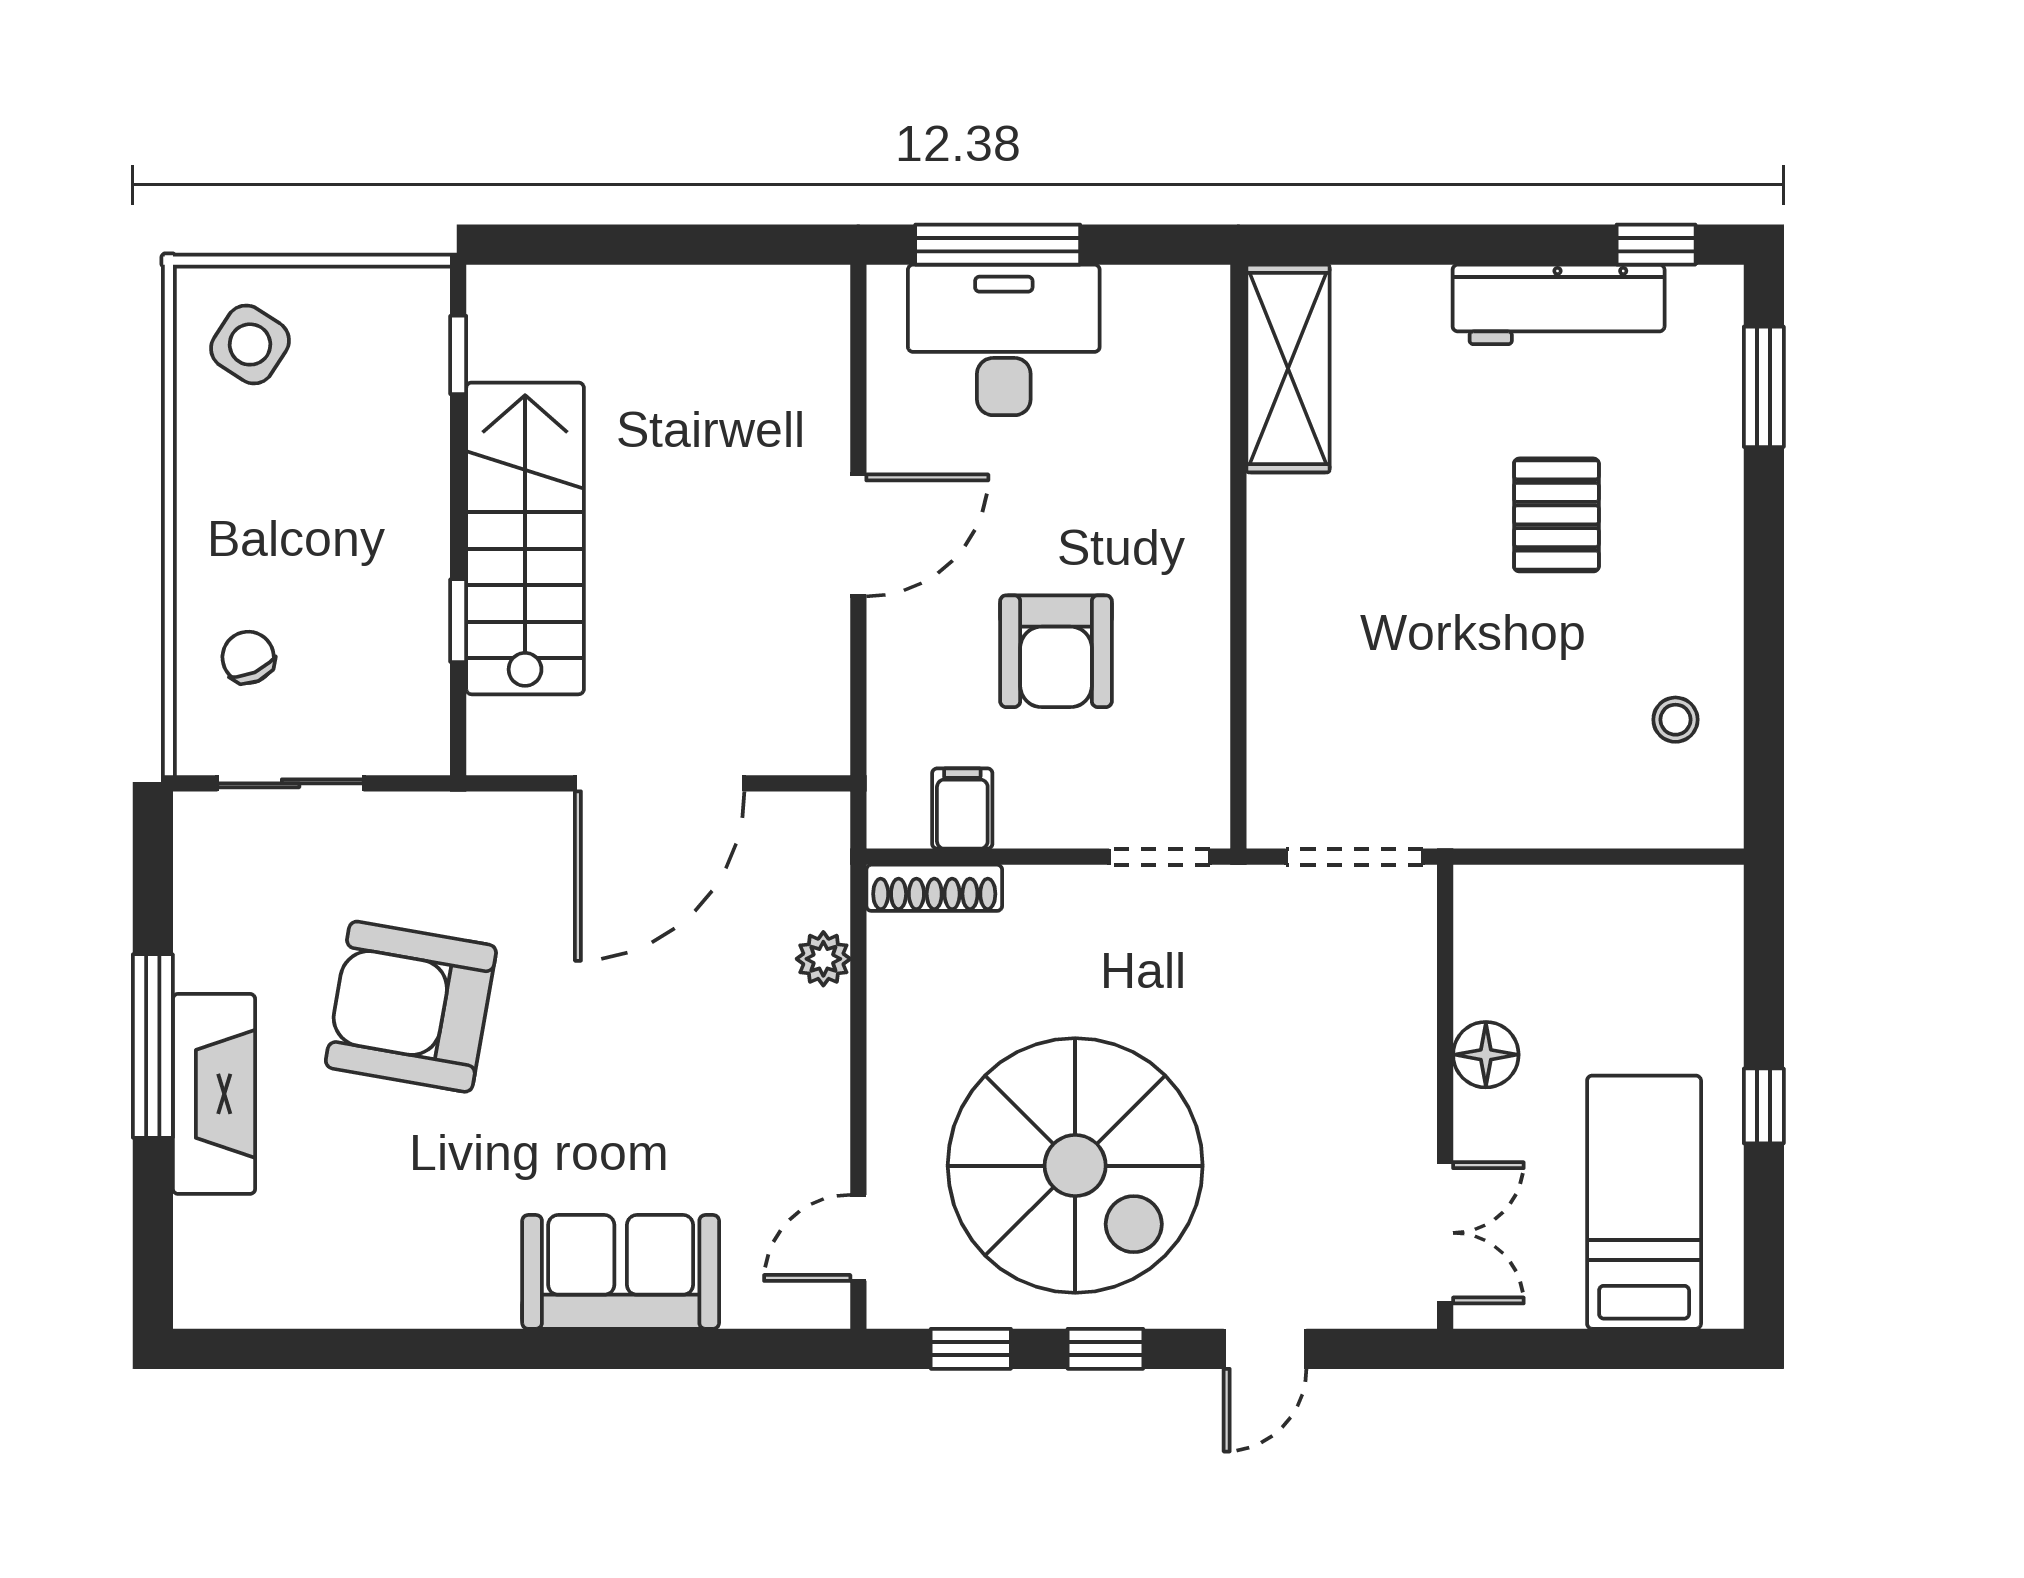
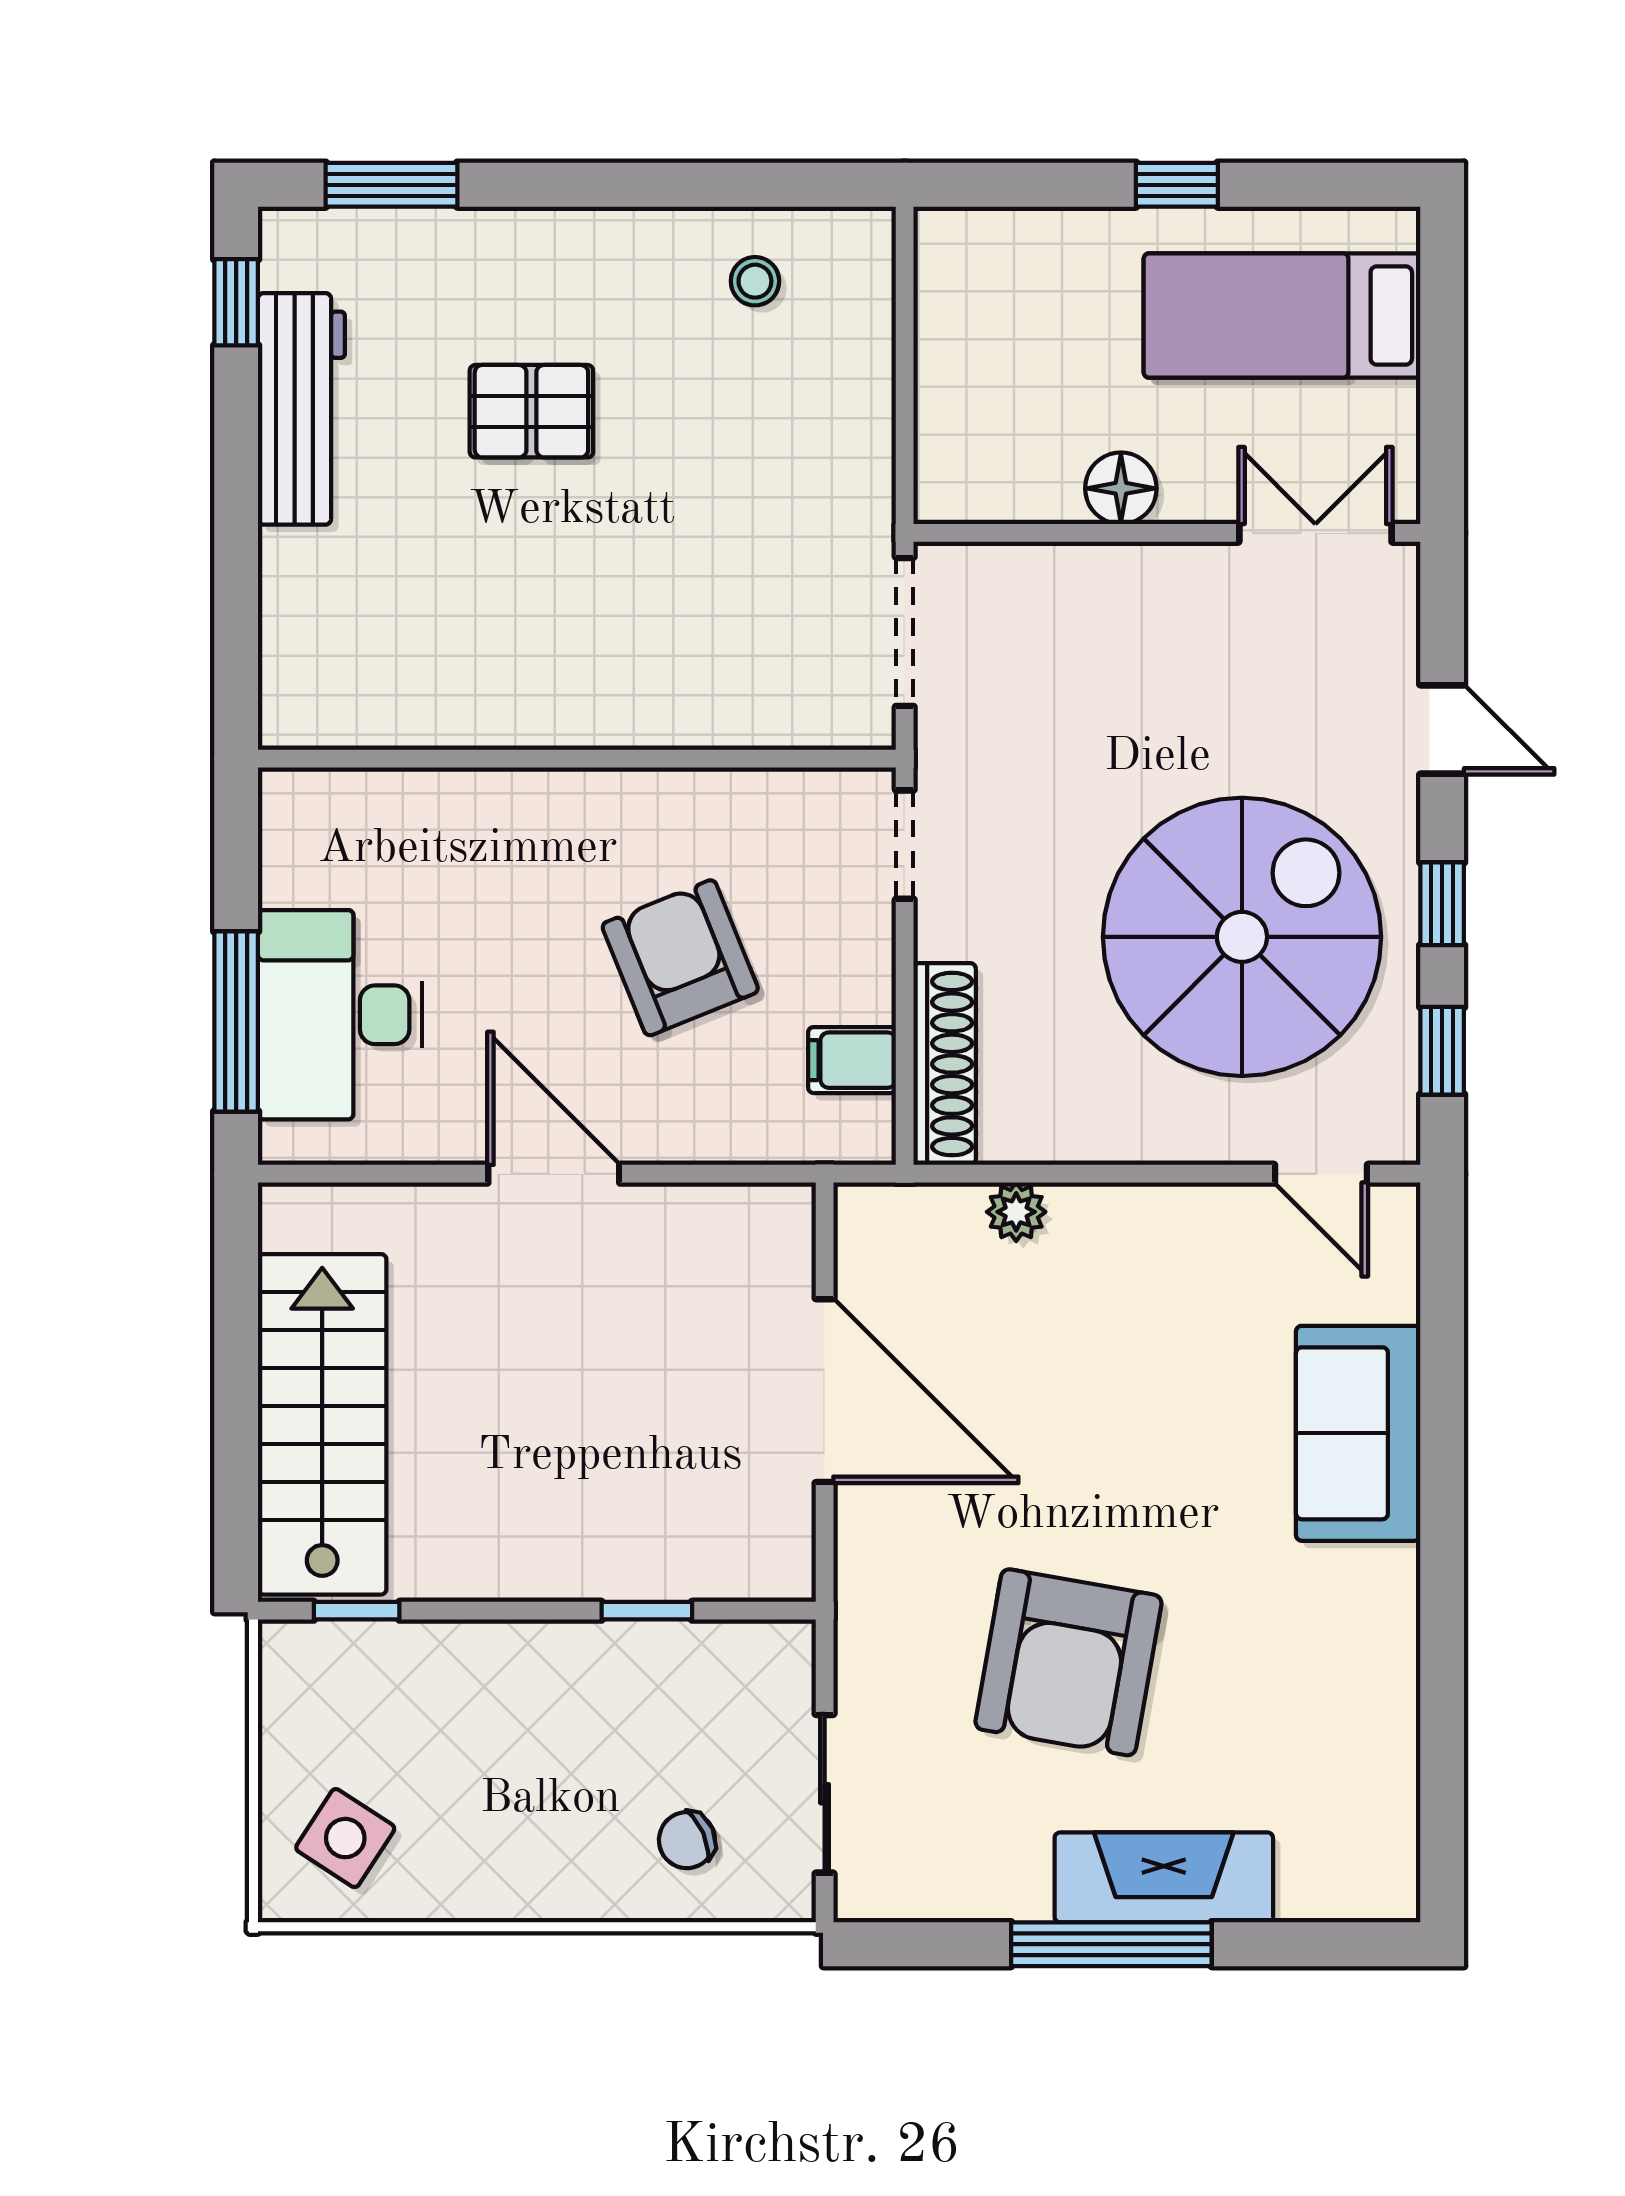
shelving: (1288, 369) -> (371, 704), removed
stairs: (525, 538) -> (322, 1424), moved, turned 90
armchair: (1056, 651) -> (680, 958), turned -112
shoe rack: (934, 888) -> (945, 1064), width x1.36, depth x1.24

